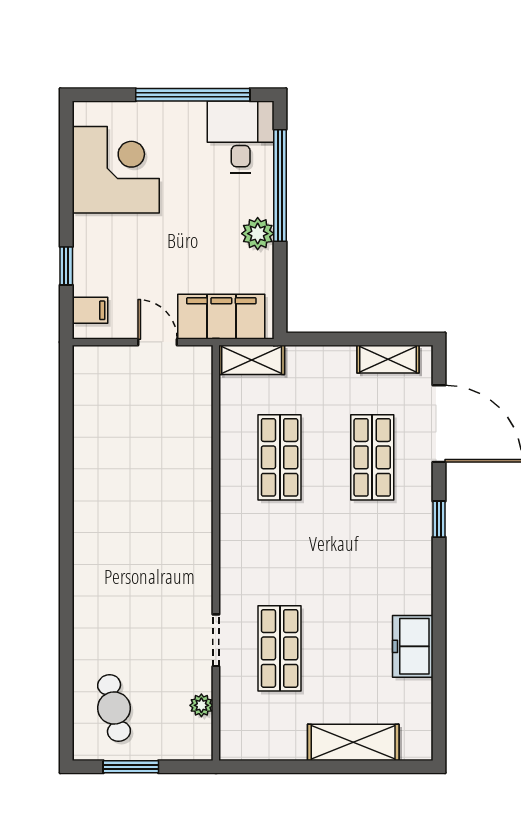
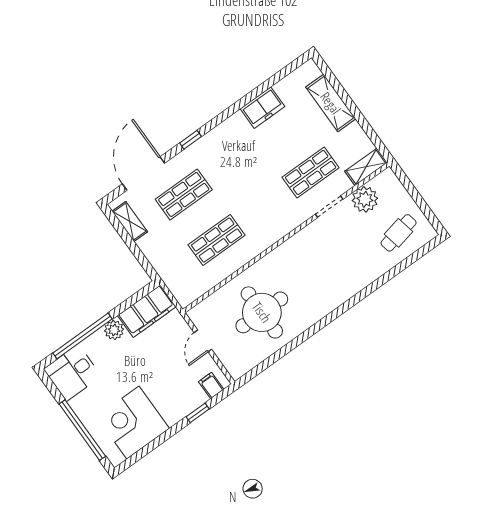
window: (193, 95) -> (82, 430), moved
filing cabinet: (221, 317) -> (147, 311), moved, turned -90
shelving: (252, 360) -> (366, 167), moved, turned 90
round table: (139, 448) -> (262, 312), added
plant: (201, 705) -> (365, 199), width x1.88, depth x1.88
window: (131, 767) -> (422, 204), removed

